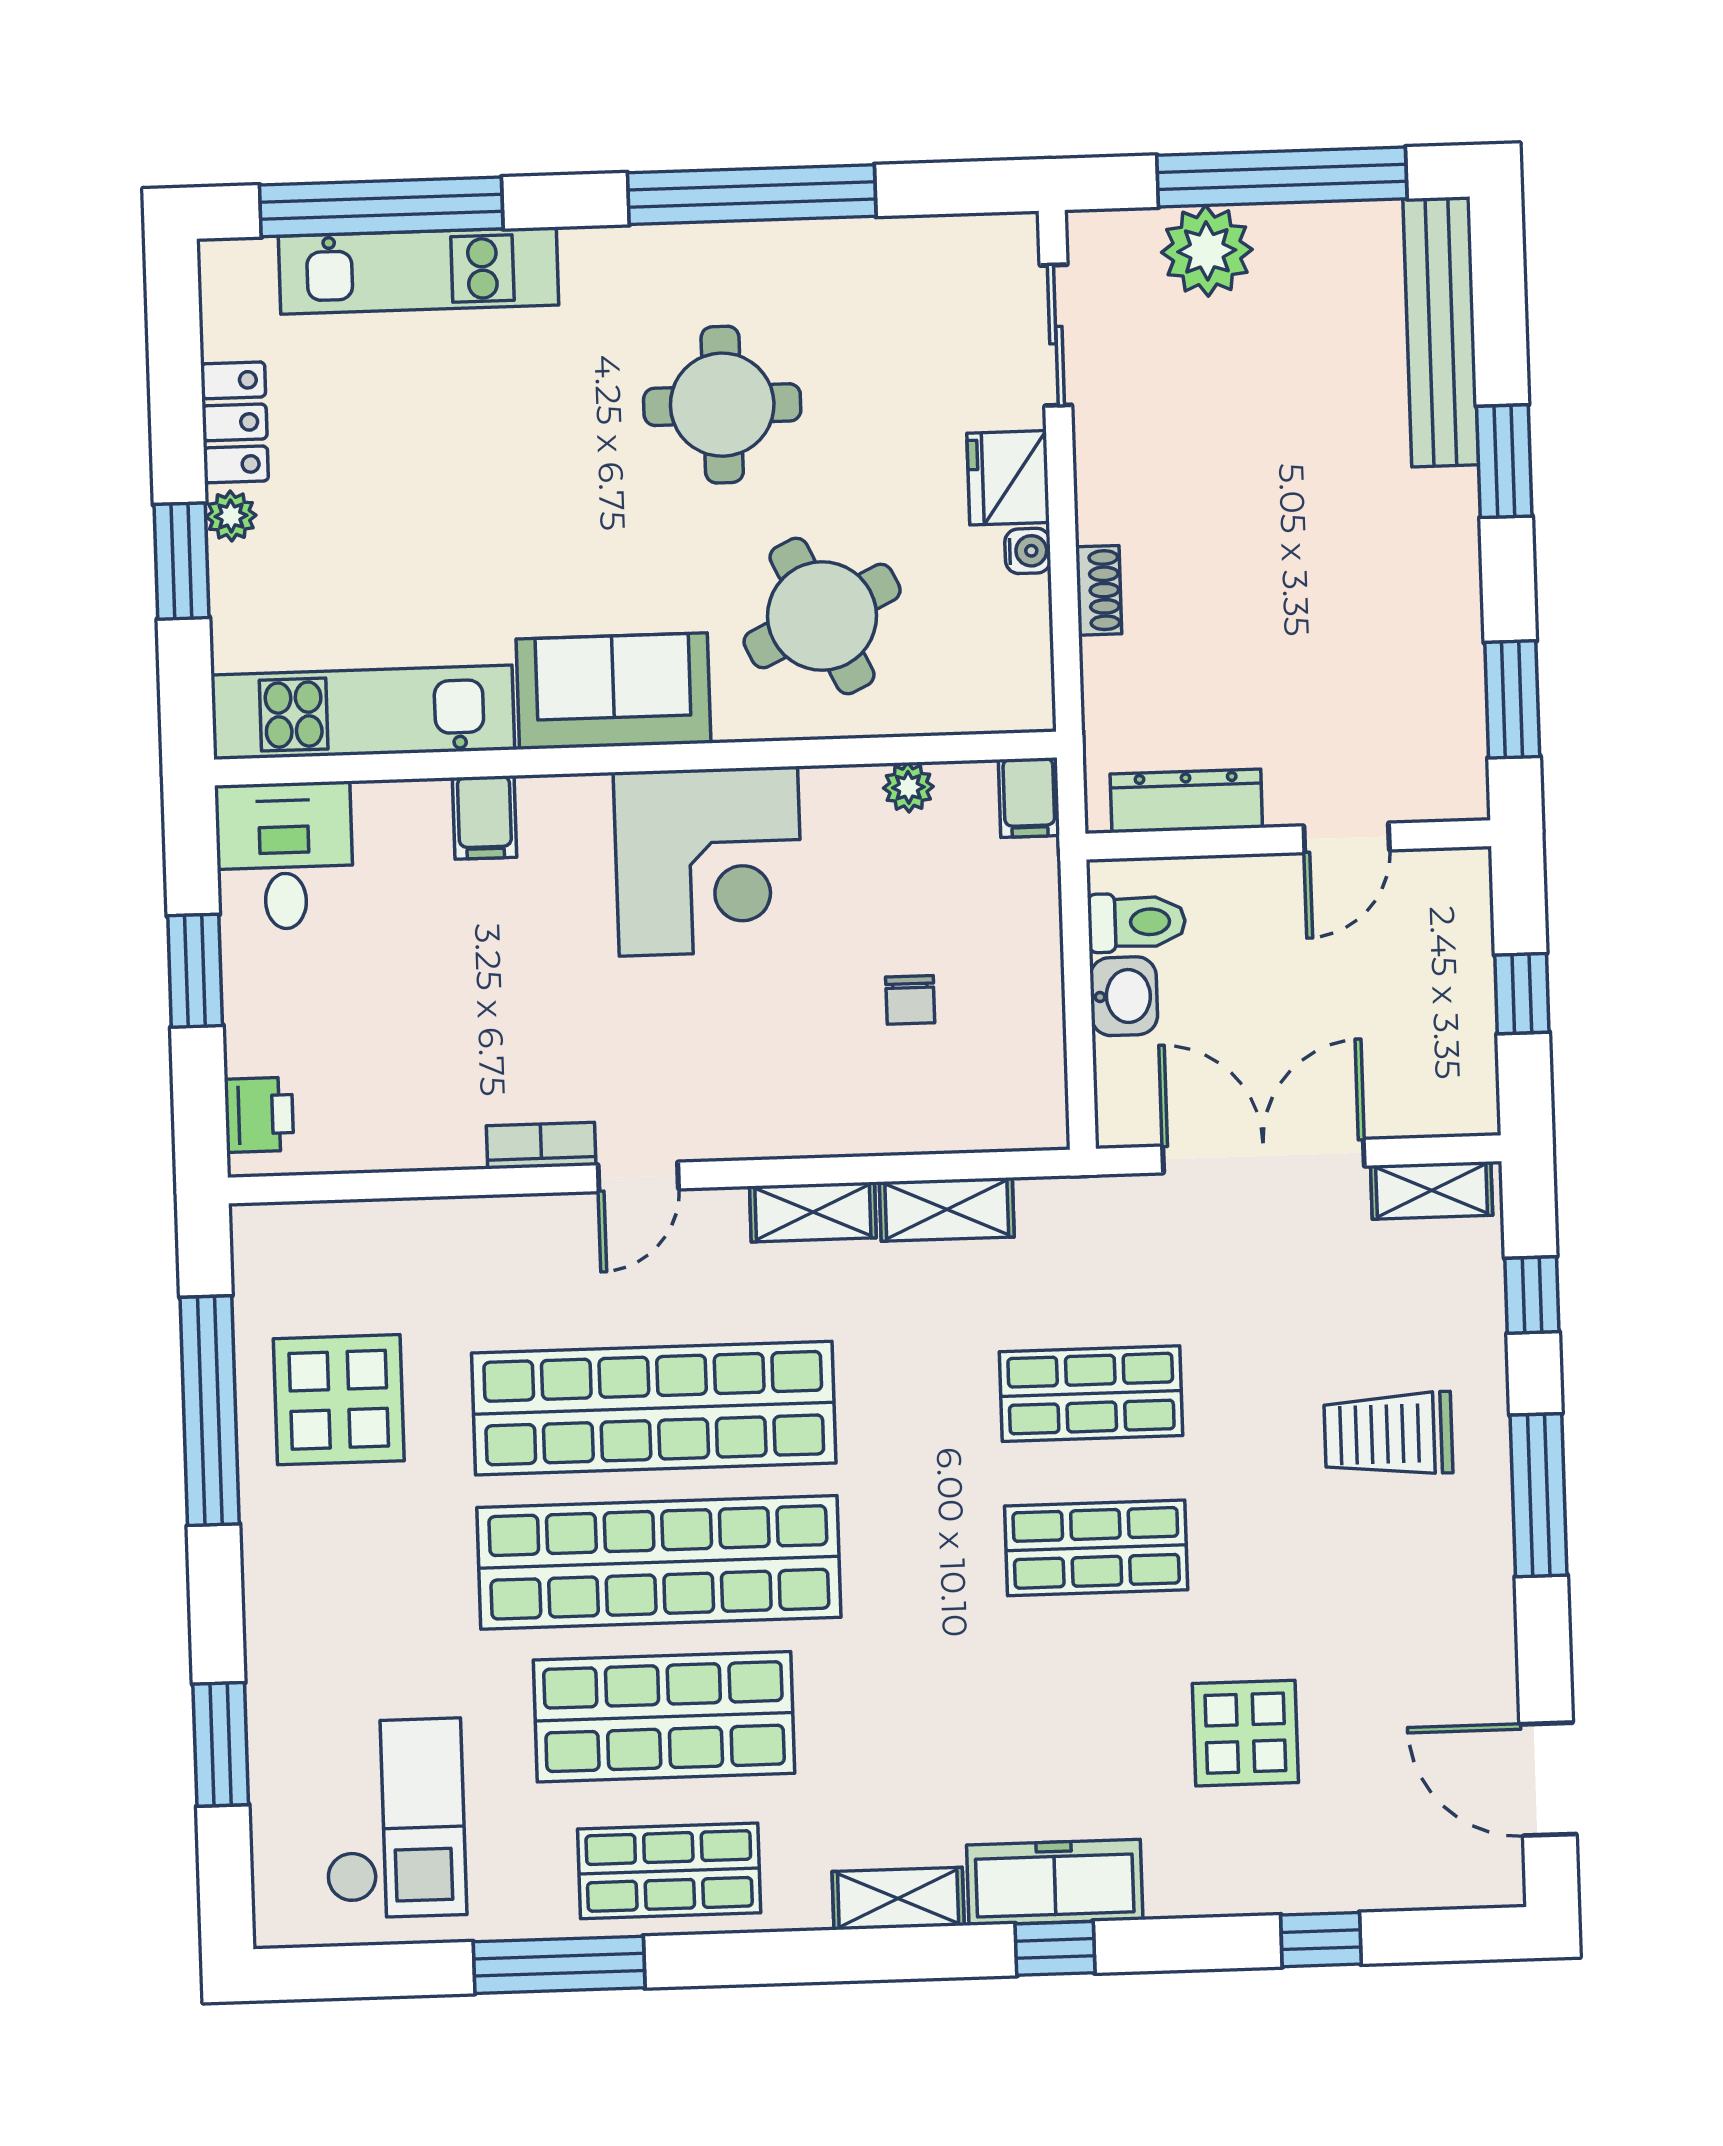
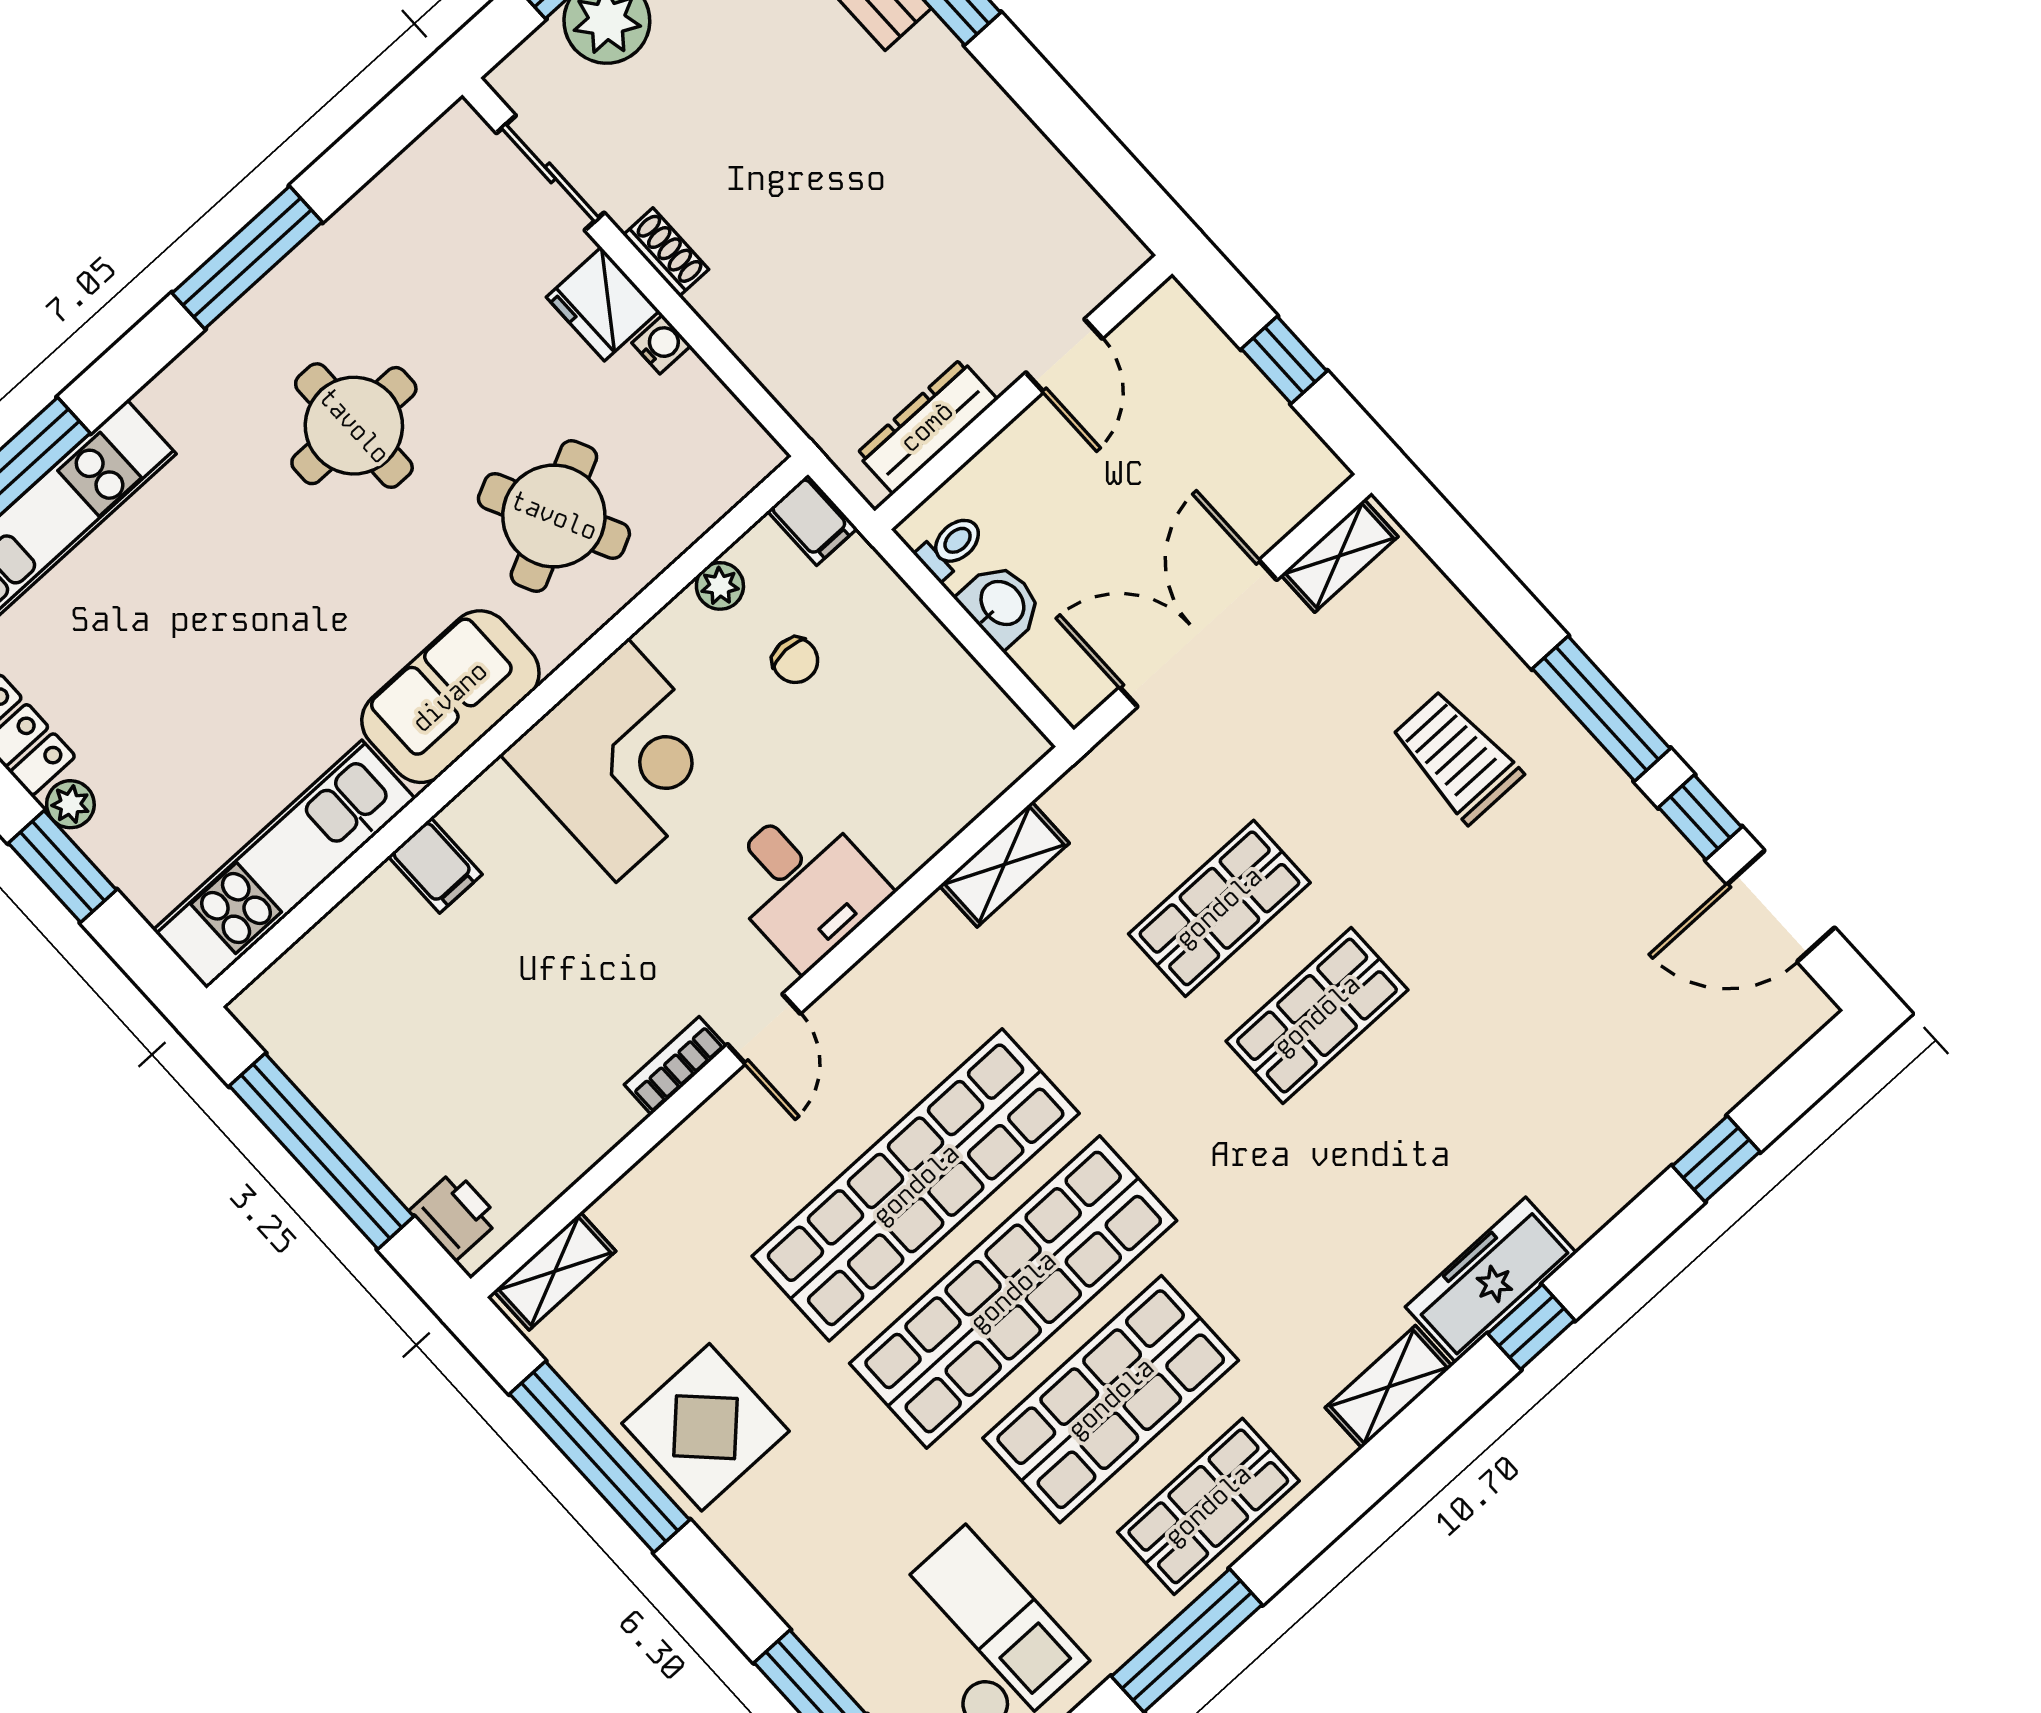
window: (752, 195) -> (247, 257), width x0.68
shoe rack: (1099, 590) -> (666, 252), moved
window: (1512, 699) -> (1098, 156), removed
desk: (285, 856) -> (803, 884), moved, turned 180
toilet: (1137, 922) -> (951, 547), width x0.73, depth x0.72
window: (195, 971) -> (321, 1151), width x2.11
chair: (910, 1000) -> (795, 660), moved
shelving: (813, 1212) -> (555, 1271), moved
window: (1532, 1295) -> (1700, 817), moved
display table: (339, 1400) -> (706, 1427), moved
trolley: (1388, 1434) -> (1457, 756), turned 90
display table: (1245, 1733) -> (1536, 1057), removed

